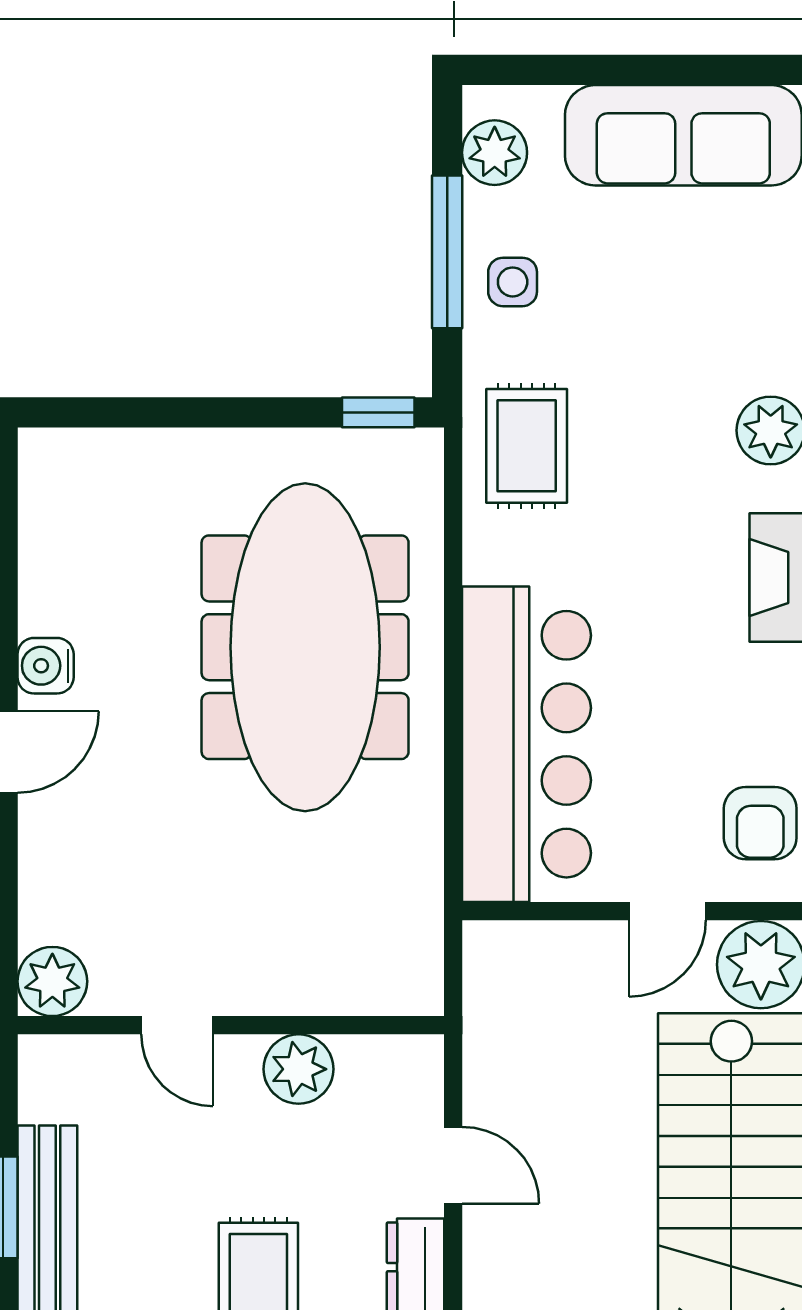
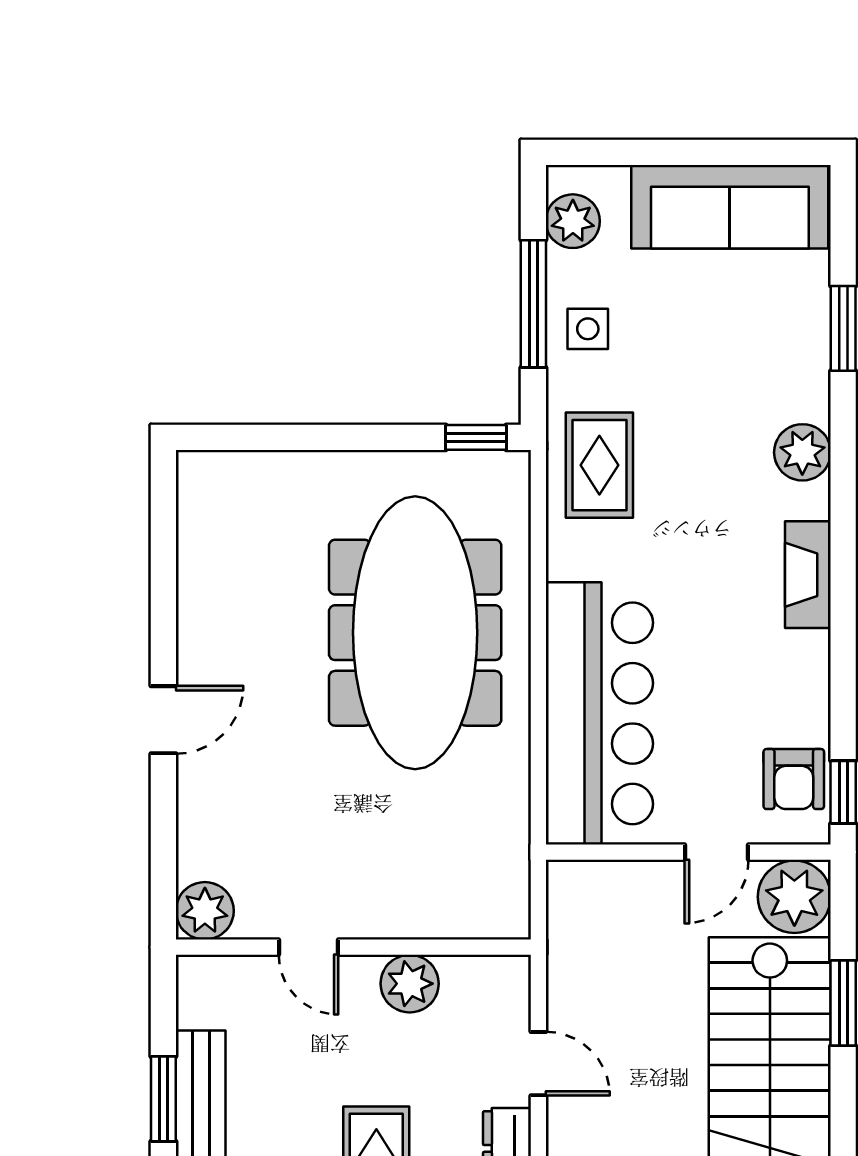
water cooler: (46, 666) -> (199, 648), removed

